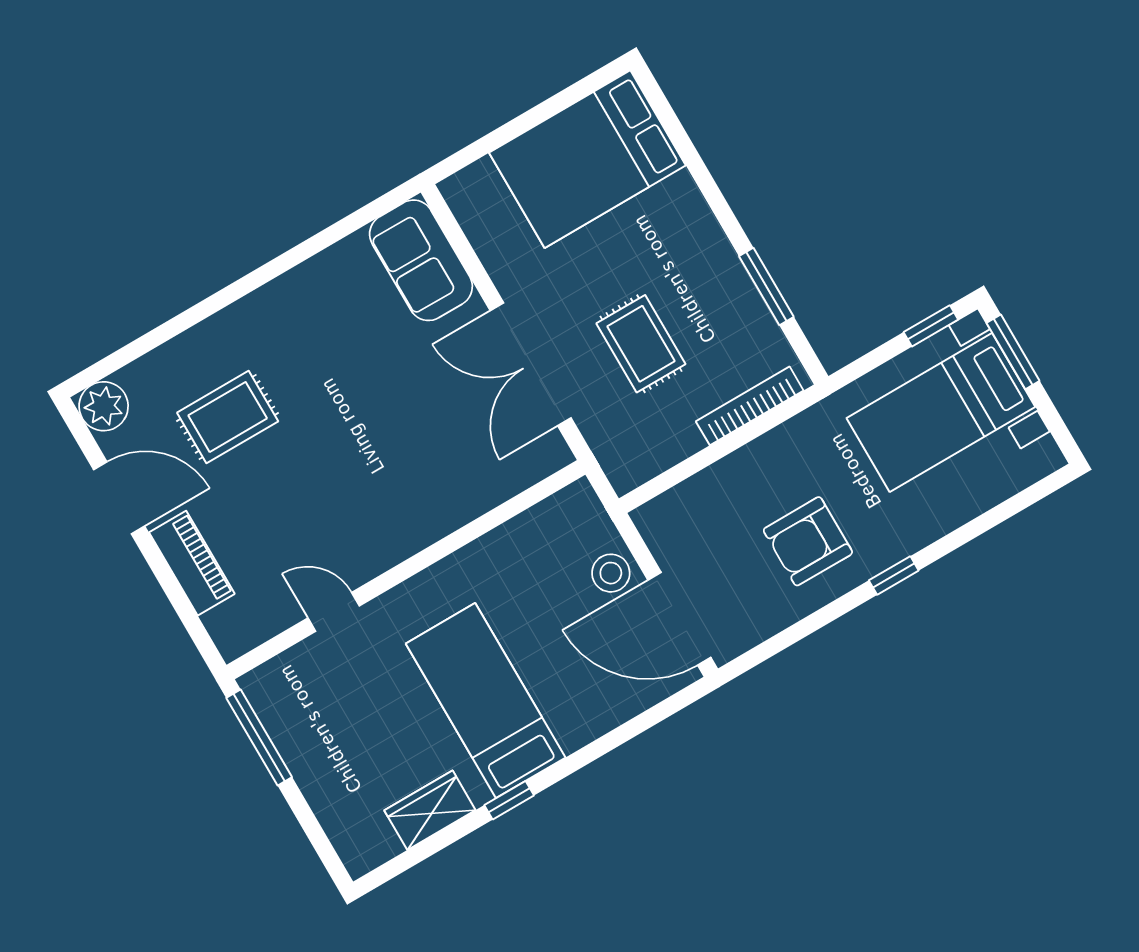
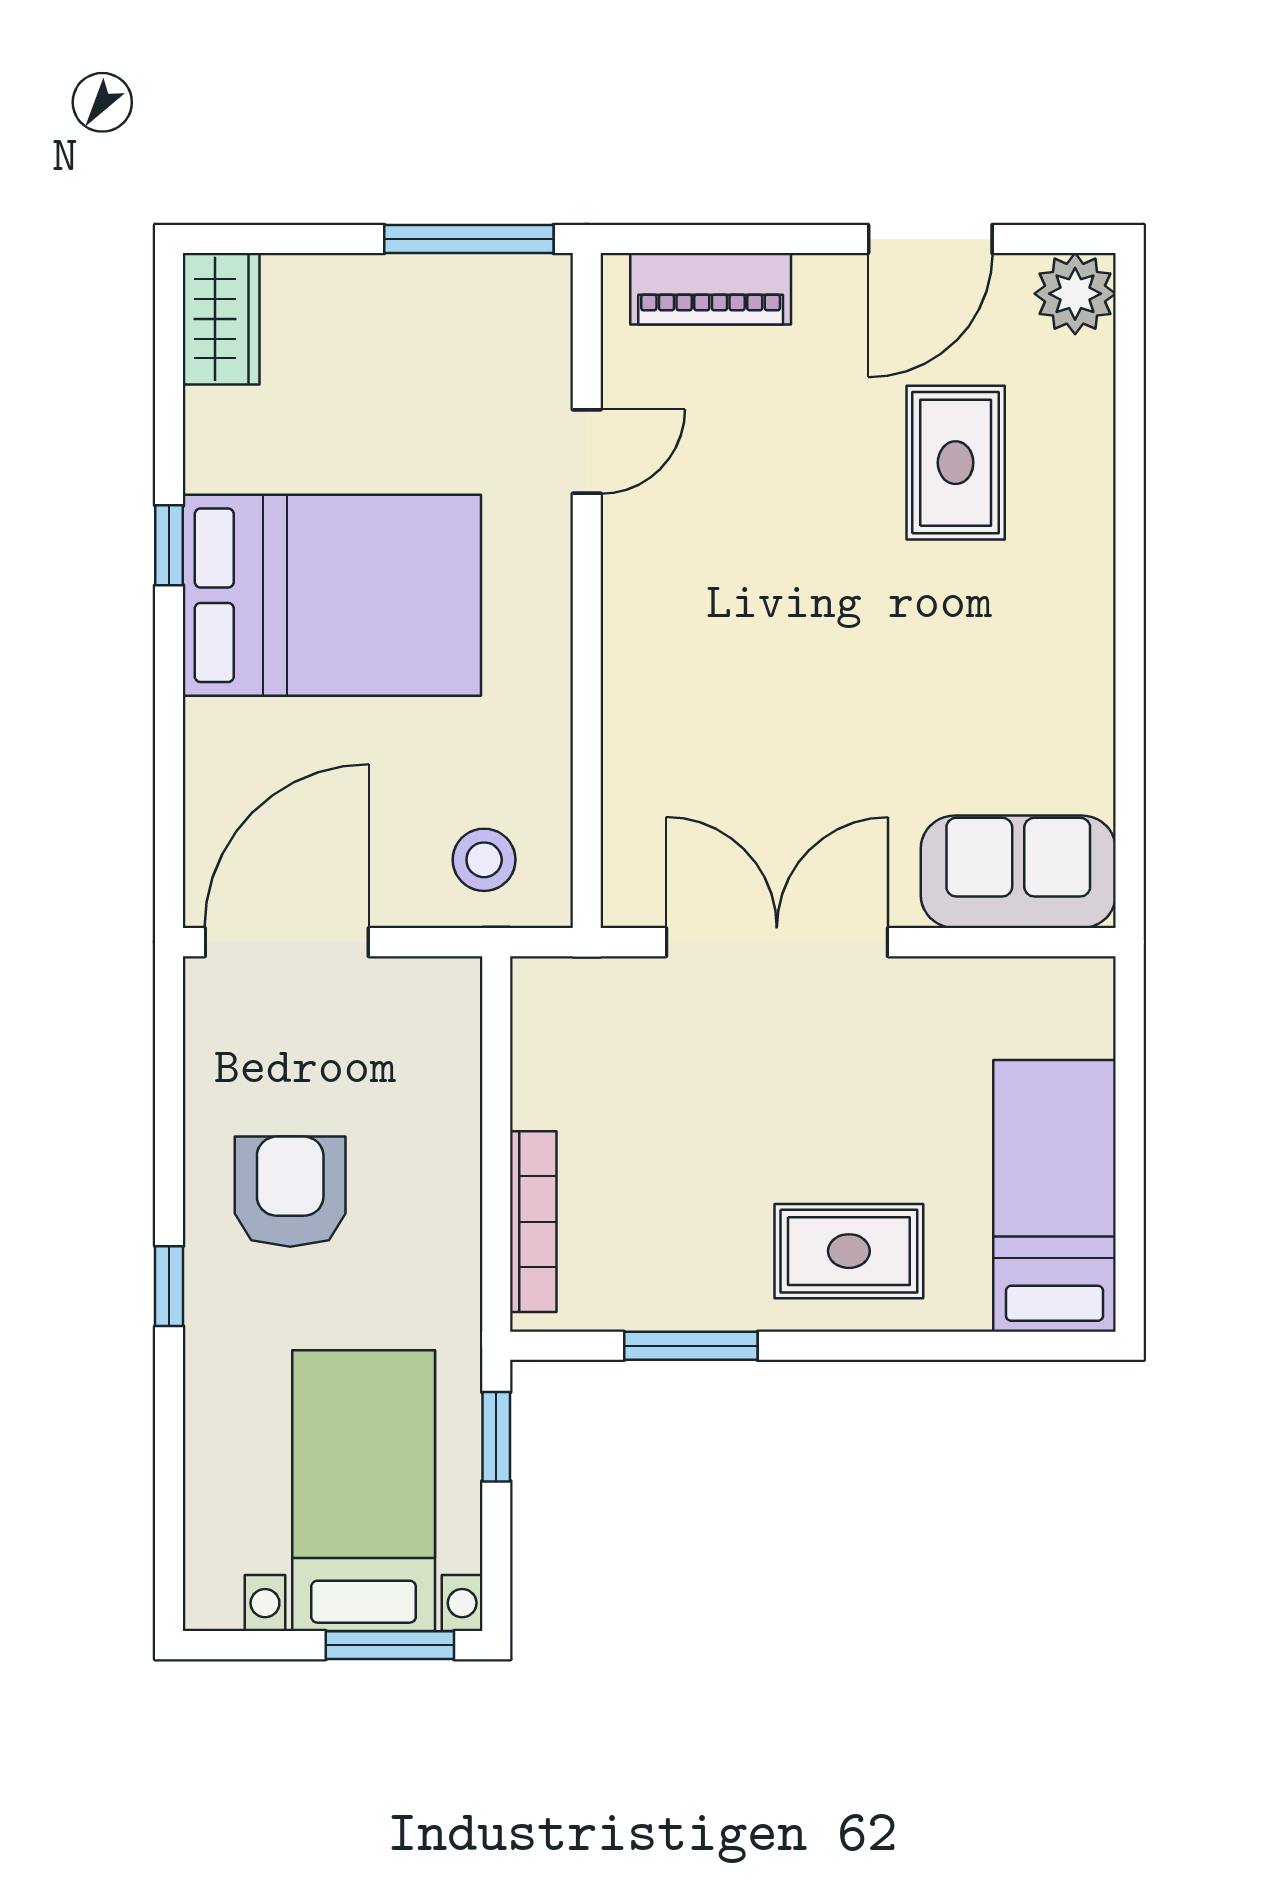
bed: (587, 159) -> (1055, 1196), width x0.67
window: (931, 326) -> (496, 1437), moved
rug: (641, 344) -> (849, 1251), moved
piano: (192, 563) -> (711, 289), moved
stool: (611, 573) -> (484, 860), moved
bed: (486, 701) -> (332, 595), width x1.50
wardrobe: (430, 810) -> (221, 319), moved

